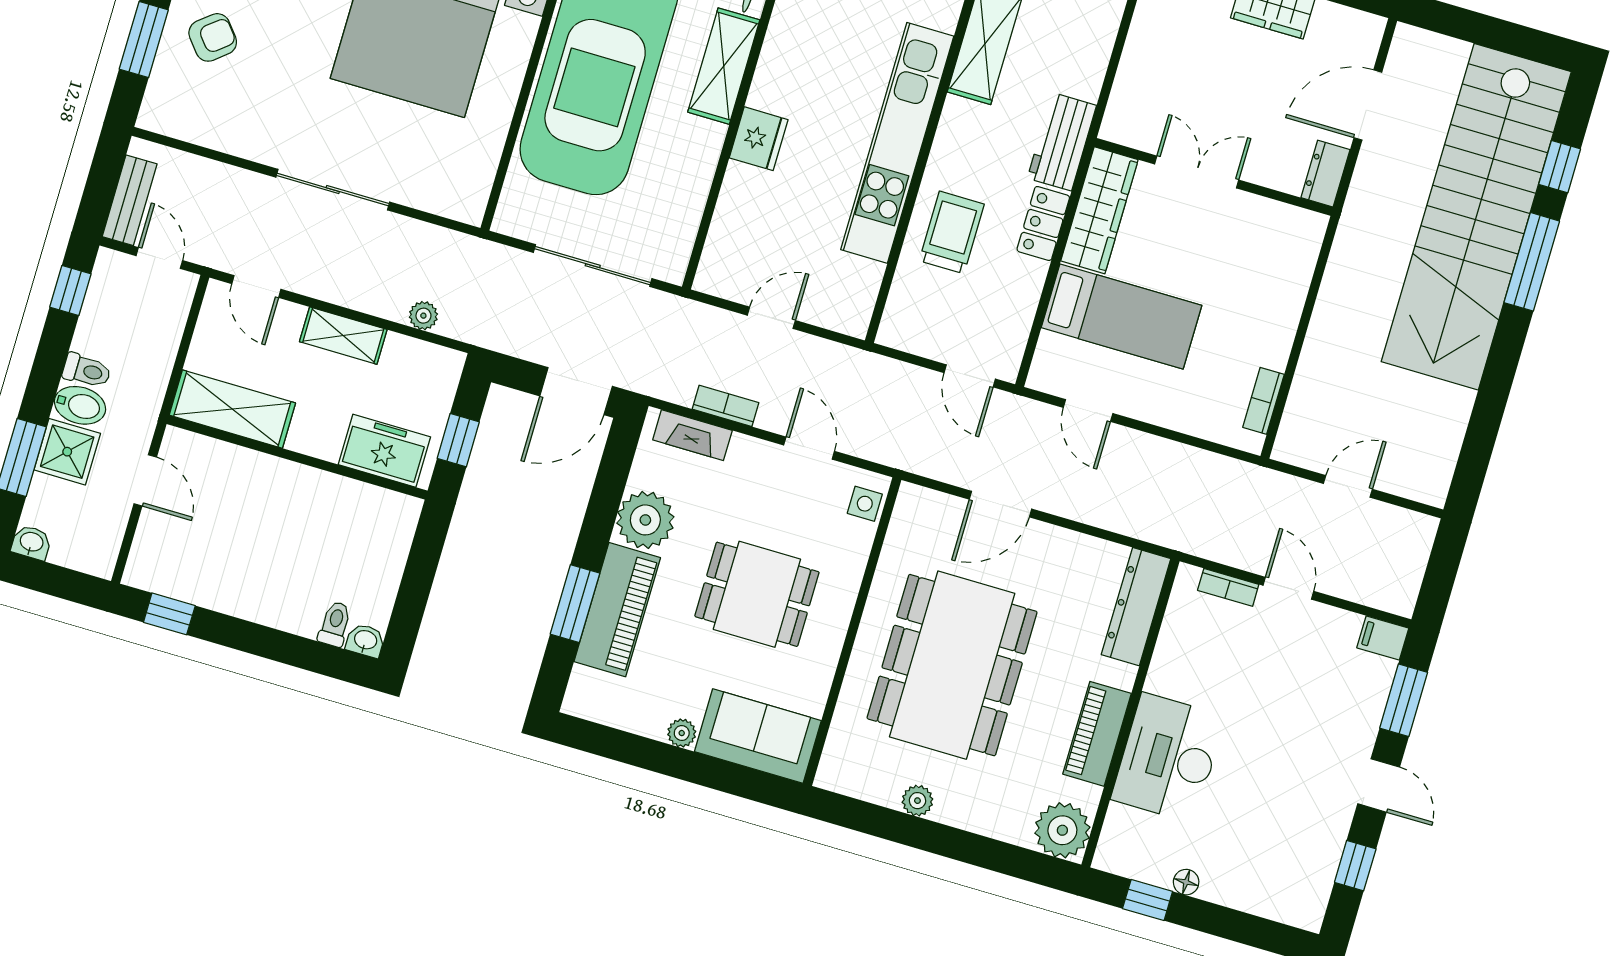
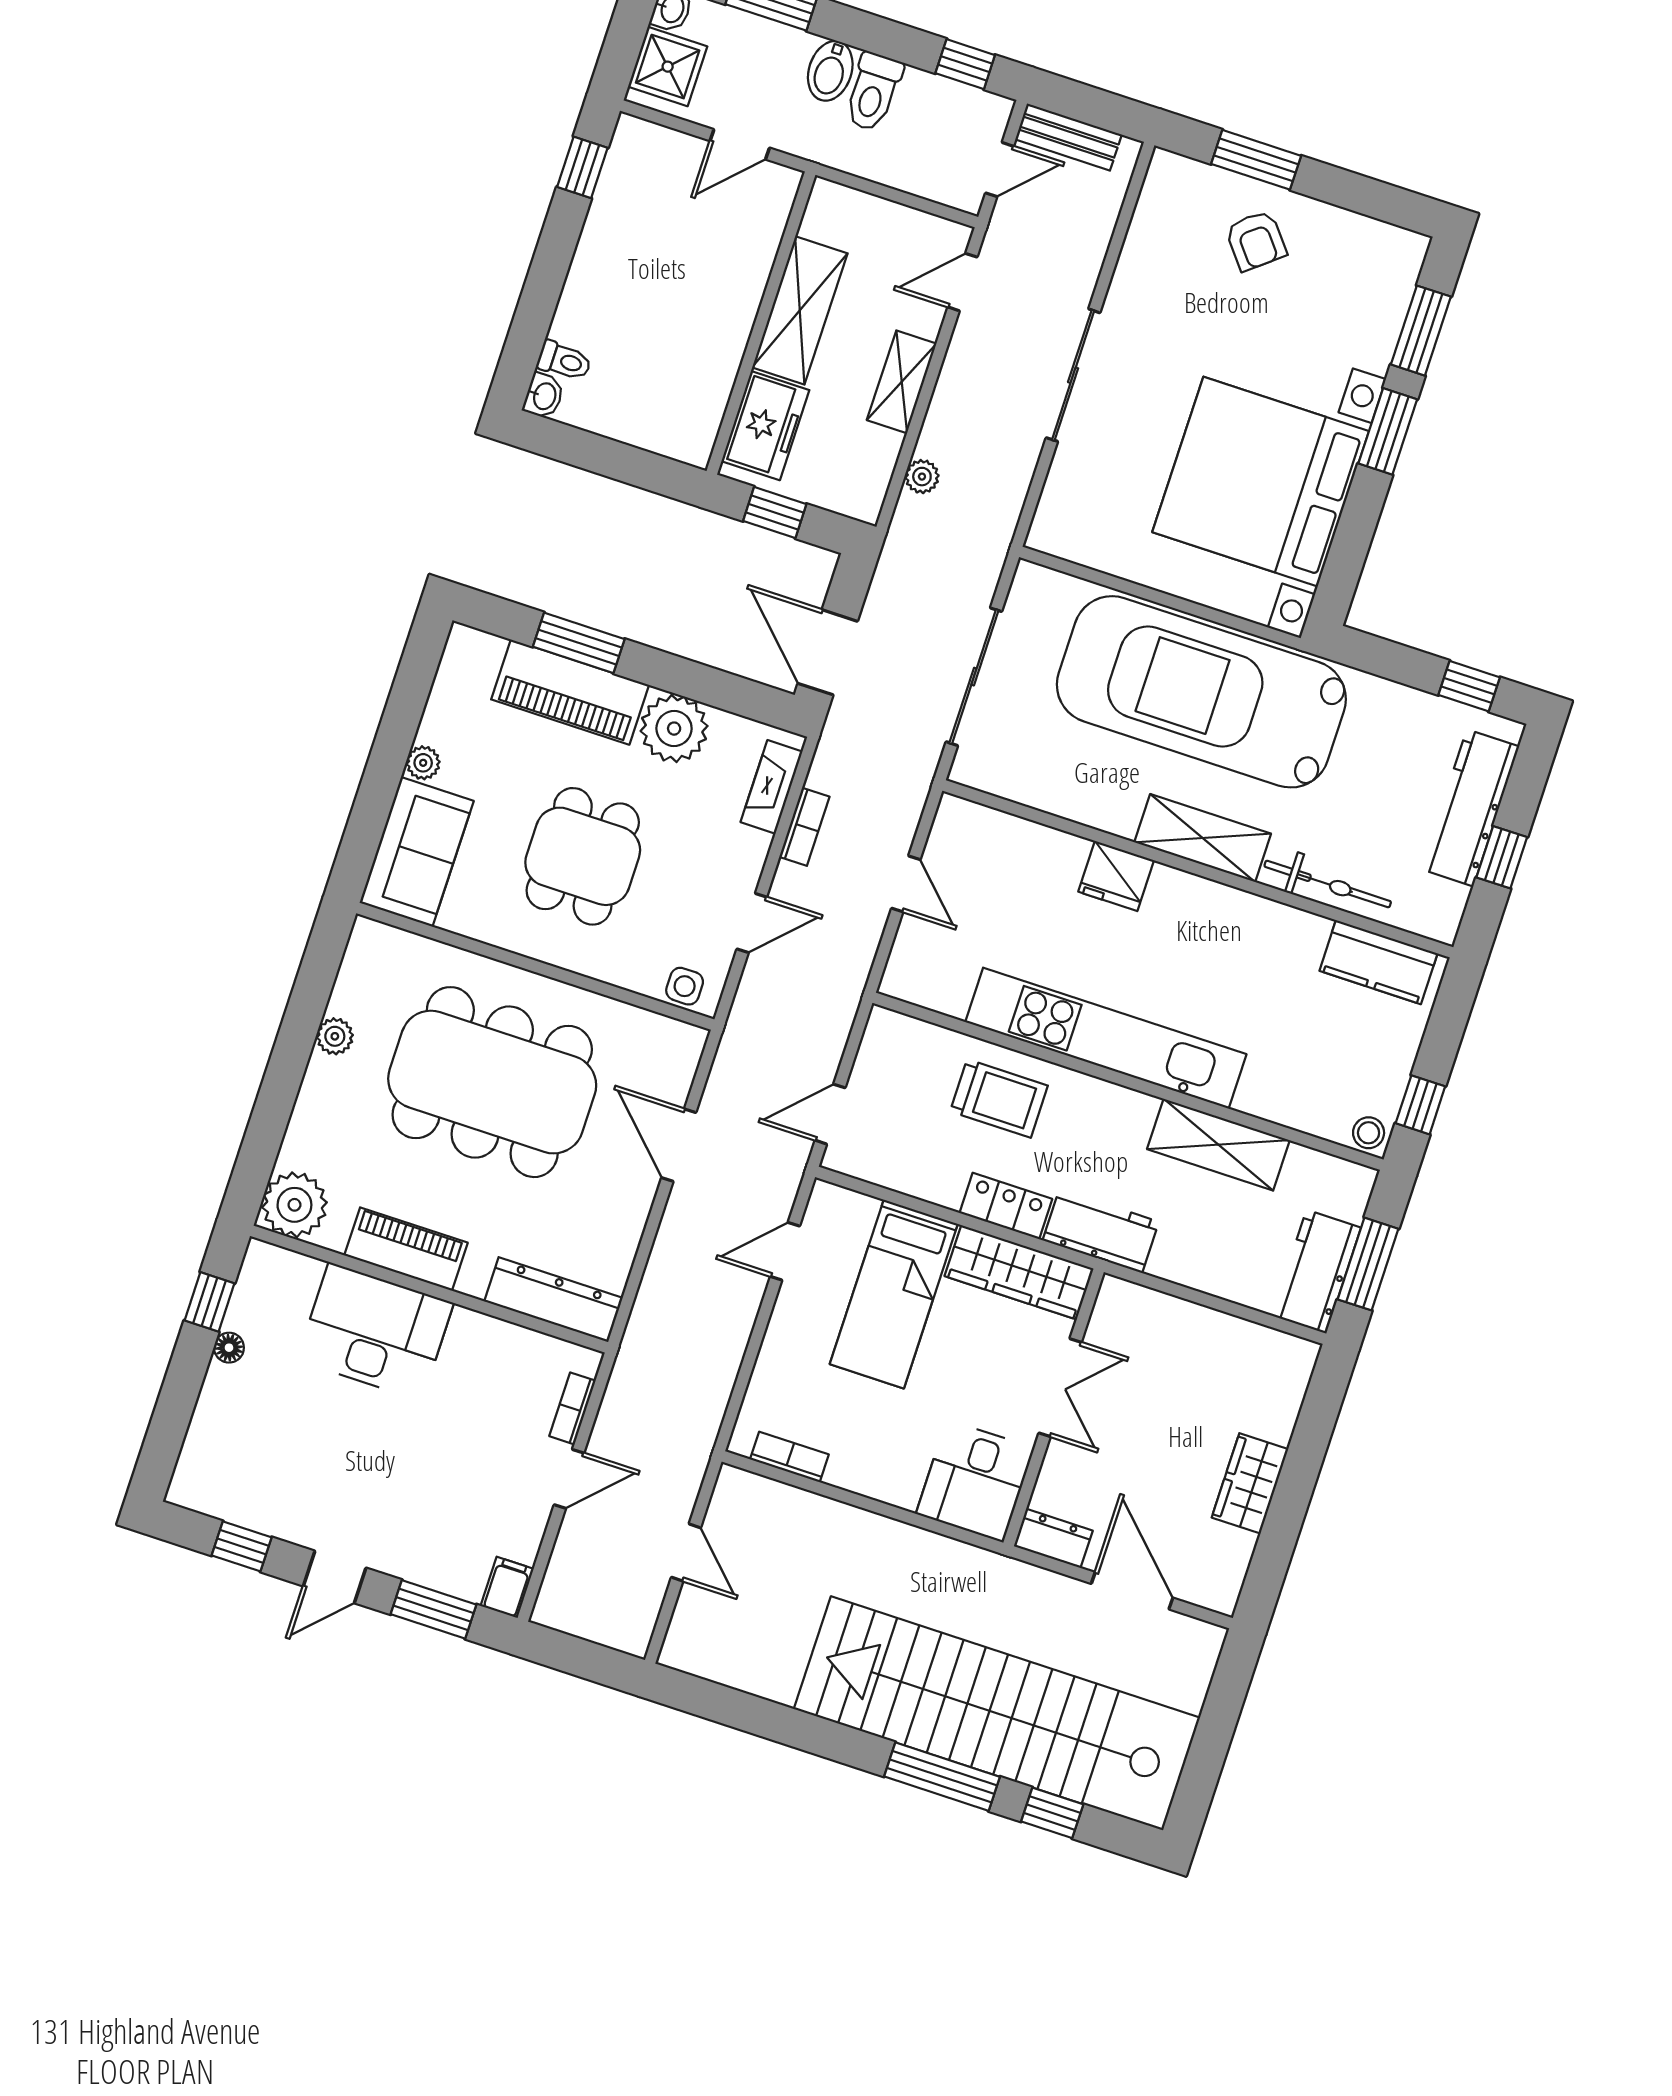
desk: (1279, 242) -> (975, 1481), added
toilet: (87, 371) -> (873, 92), width x1.37, depth x1.39
shelving: (232, 409) -> (800, 310), moved
shower: (67, 452) -> (668, 67), moved

